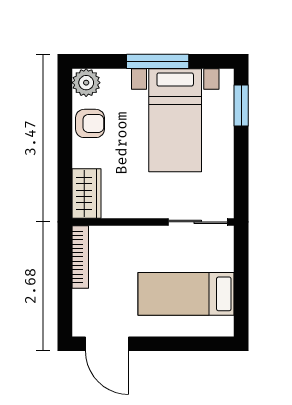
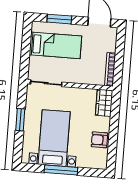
plant: (86, 83) -> (100, 162), removed
window: (241, 105) -> (20, 120), moved
window: (182, 344) -> (59, 19), added

